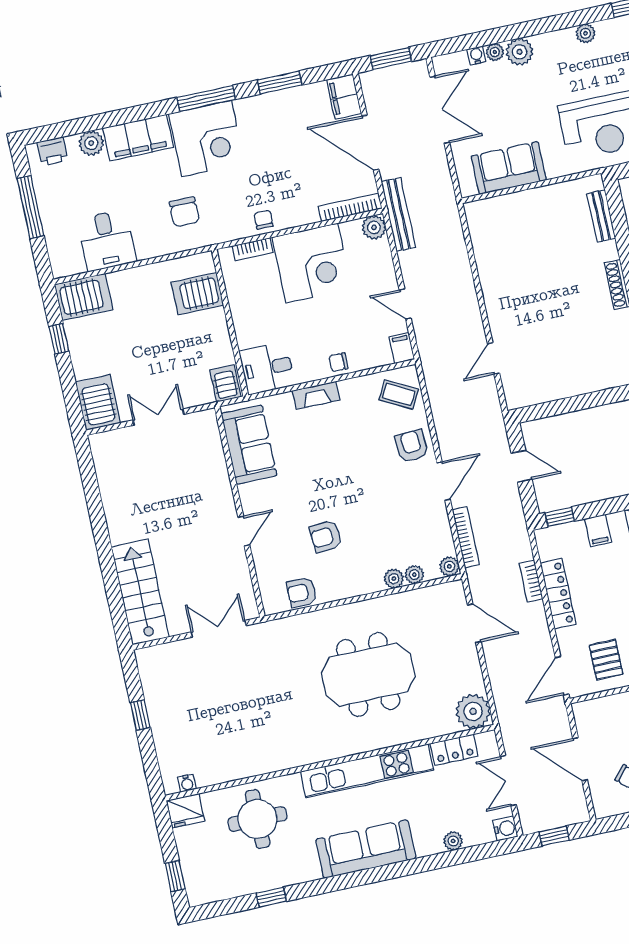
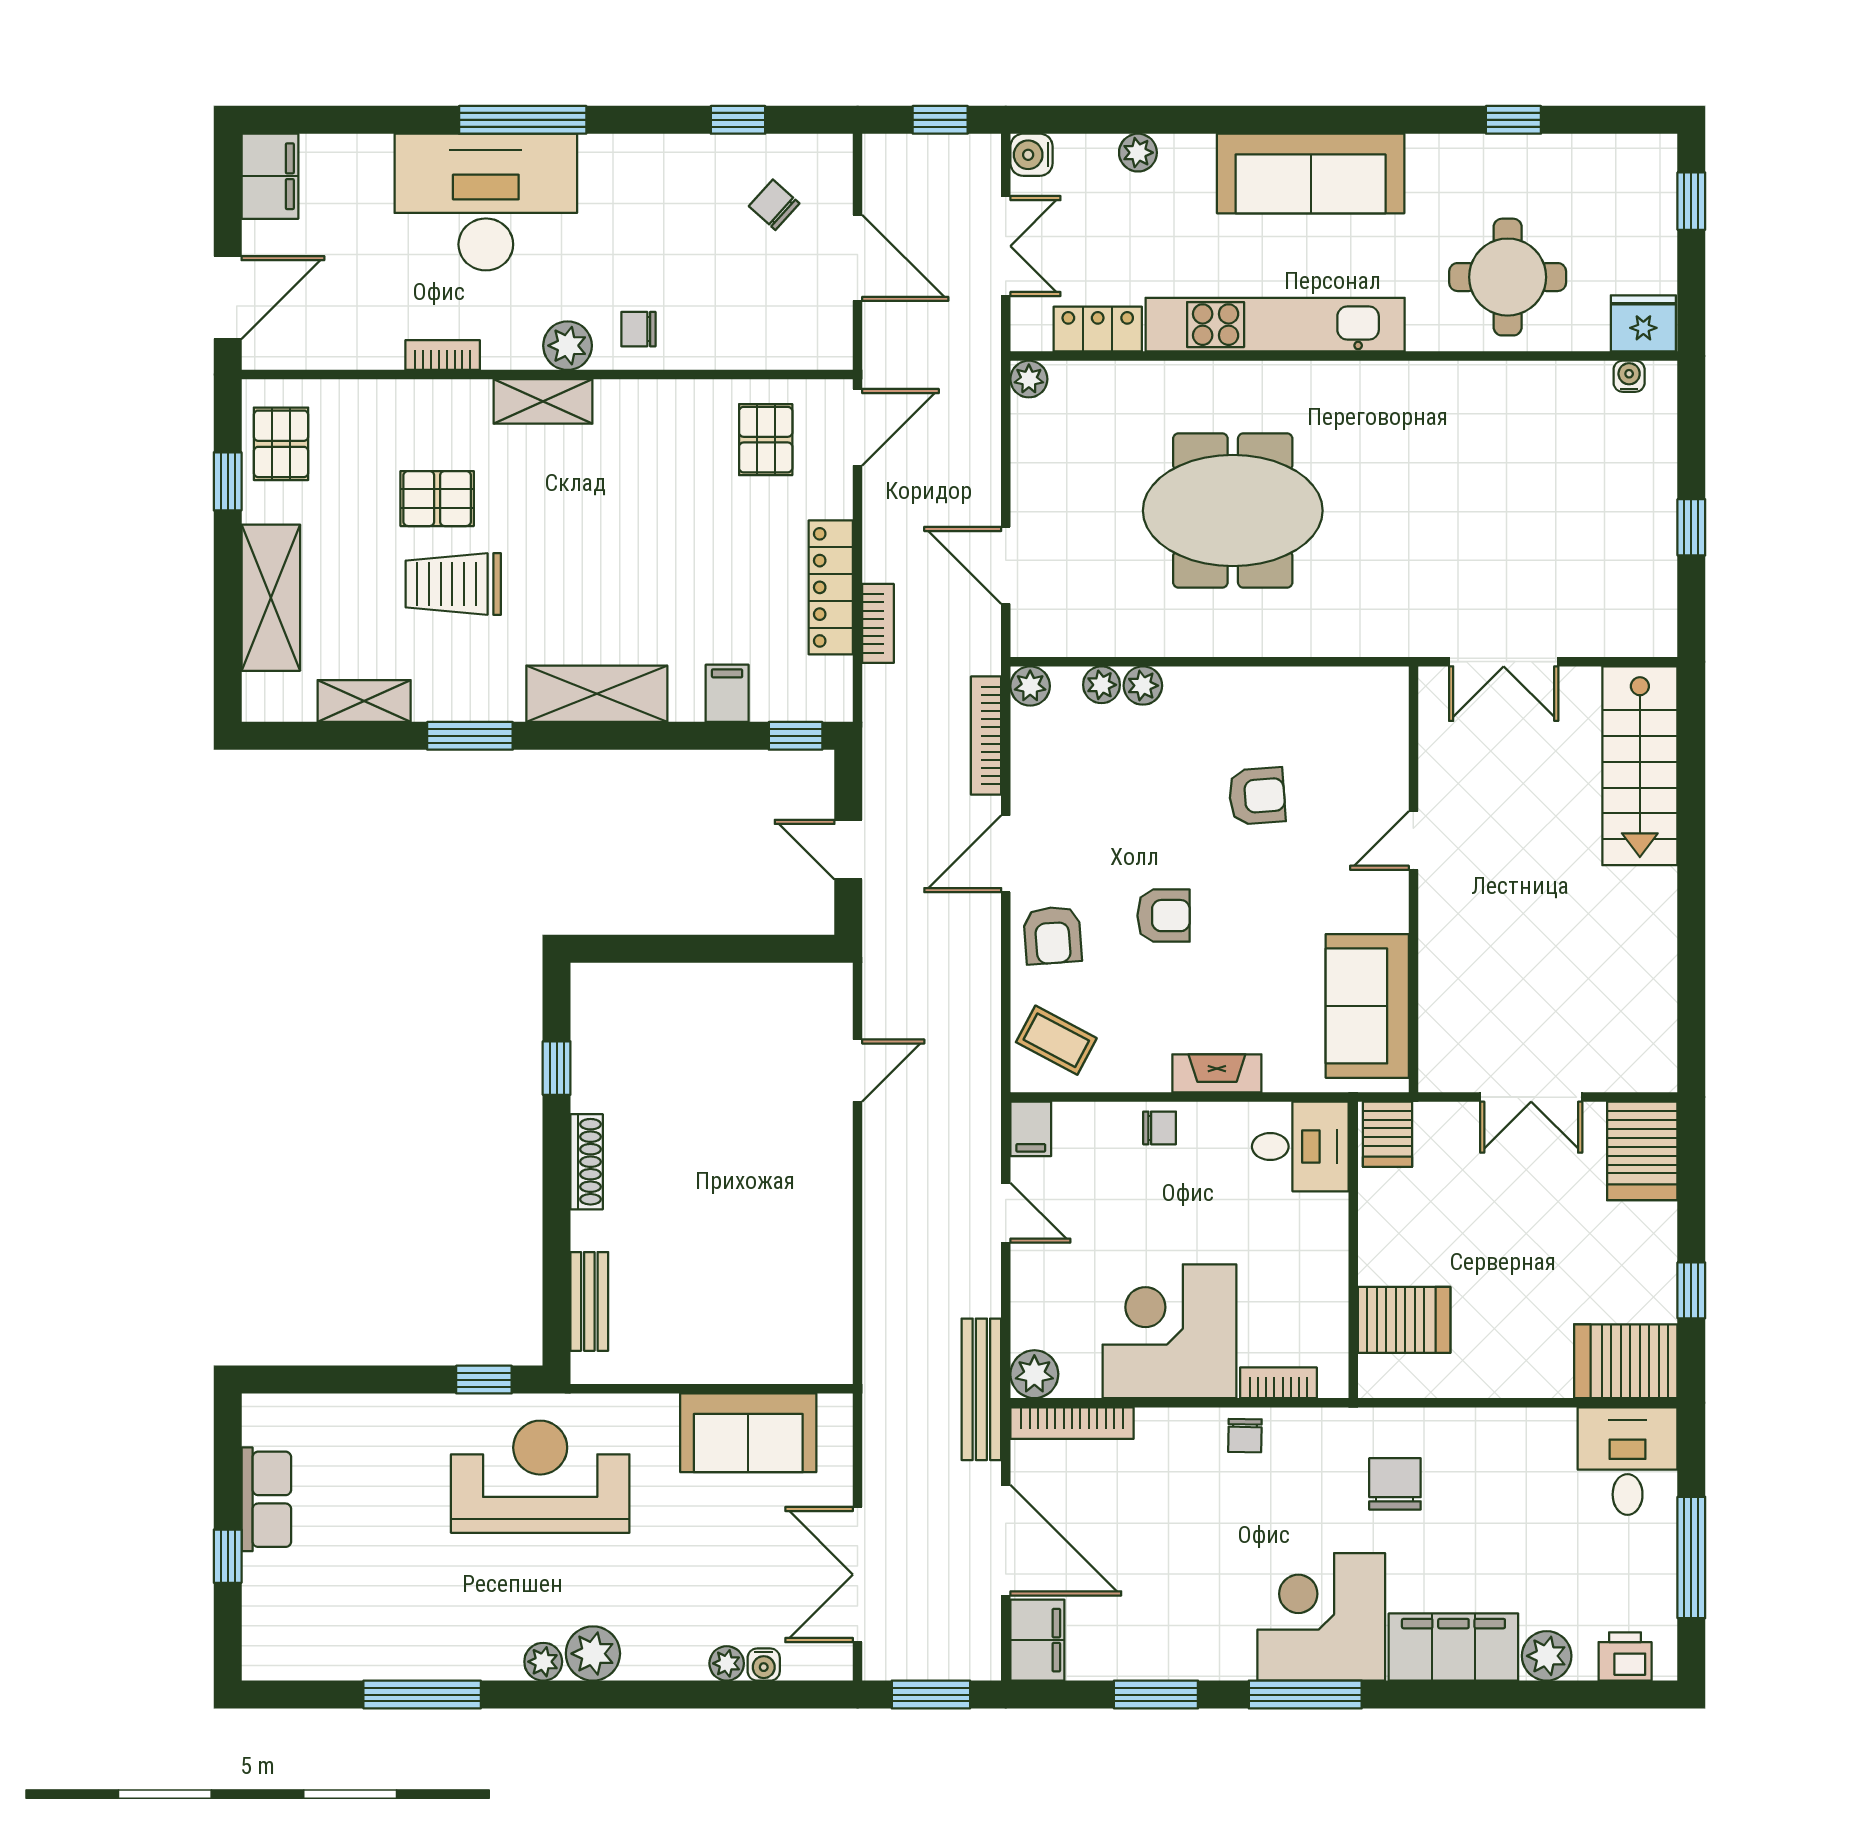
plant: (520, 52) -> (593, 1654), moved
desk: (107, 240) -> (1628, 1461), moved
armchair: (302, 592) -> (1164, 916), moved
plant: (473, 711) -> (1029, 379), width x0.53, depth x0.53

